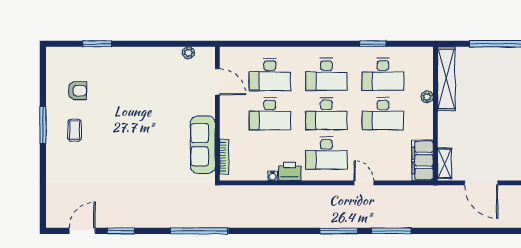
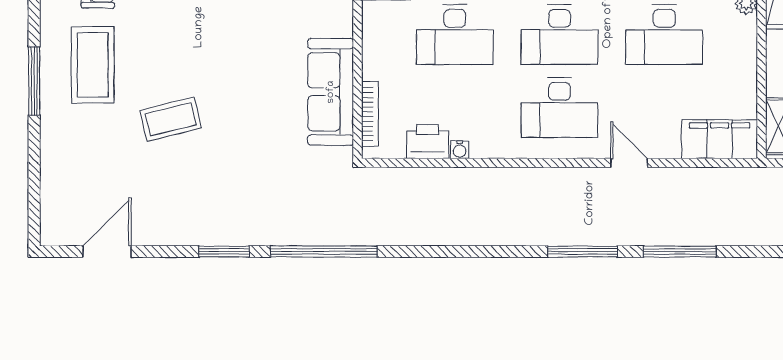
window: (43, 125) -> (34, 81), moved
coffee table: (75, 130) -> (93, 65), width x1.86, depth x1.72
coffee table: (117, 159) -> (171, 119), added
filing cabinet: (423, 160) -> (720, 139), moved, turned 90
printer: (290, 171) -> (428, 141), moved
window: (121, 231) -> (224, 252), moved

